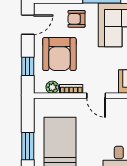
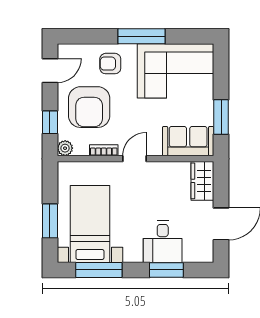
plant: (52, 87) -> (65, 148), moved
door: (96, 96) -> (135, 159), swing flipped

